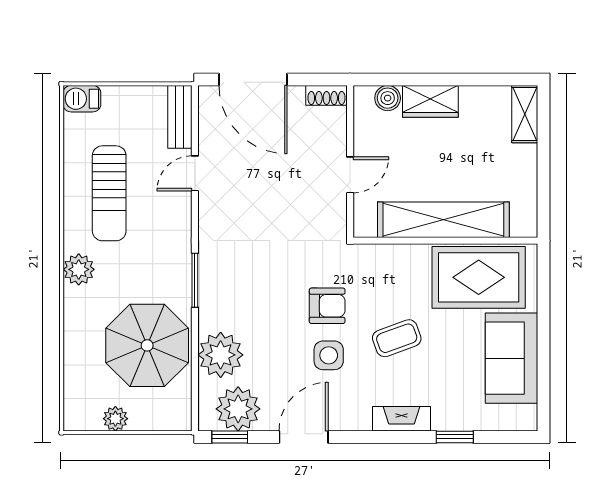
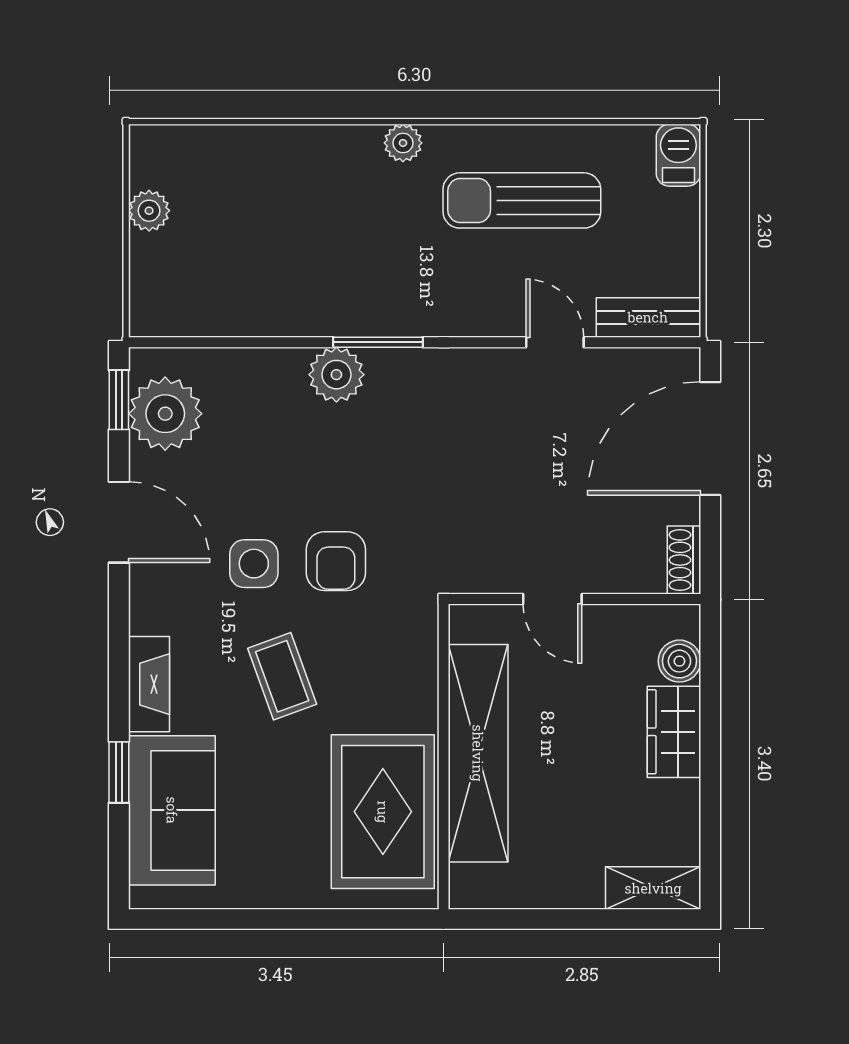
plant: (79, 269) -> (403, 143), width x0.73, depth x0.73
parasol: (147, 345) -> (270, 263), removed
plant: (221, 355) -> (336, 375), moved, width x0.73, depth x0.73
sofa: (512, 358) -> (172, 810), moved, turned 90

